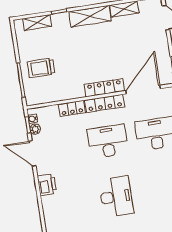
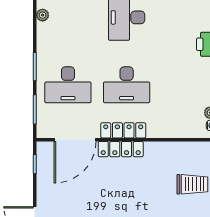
locker: (72, 109) -> (163, 130), removed

